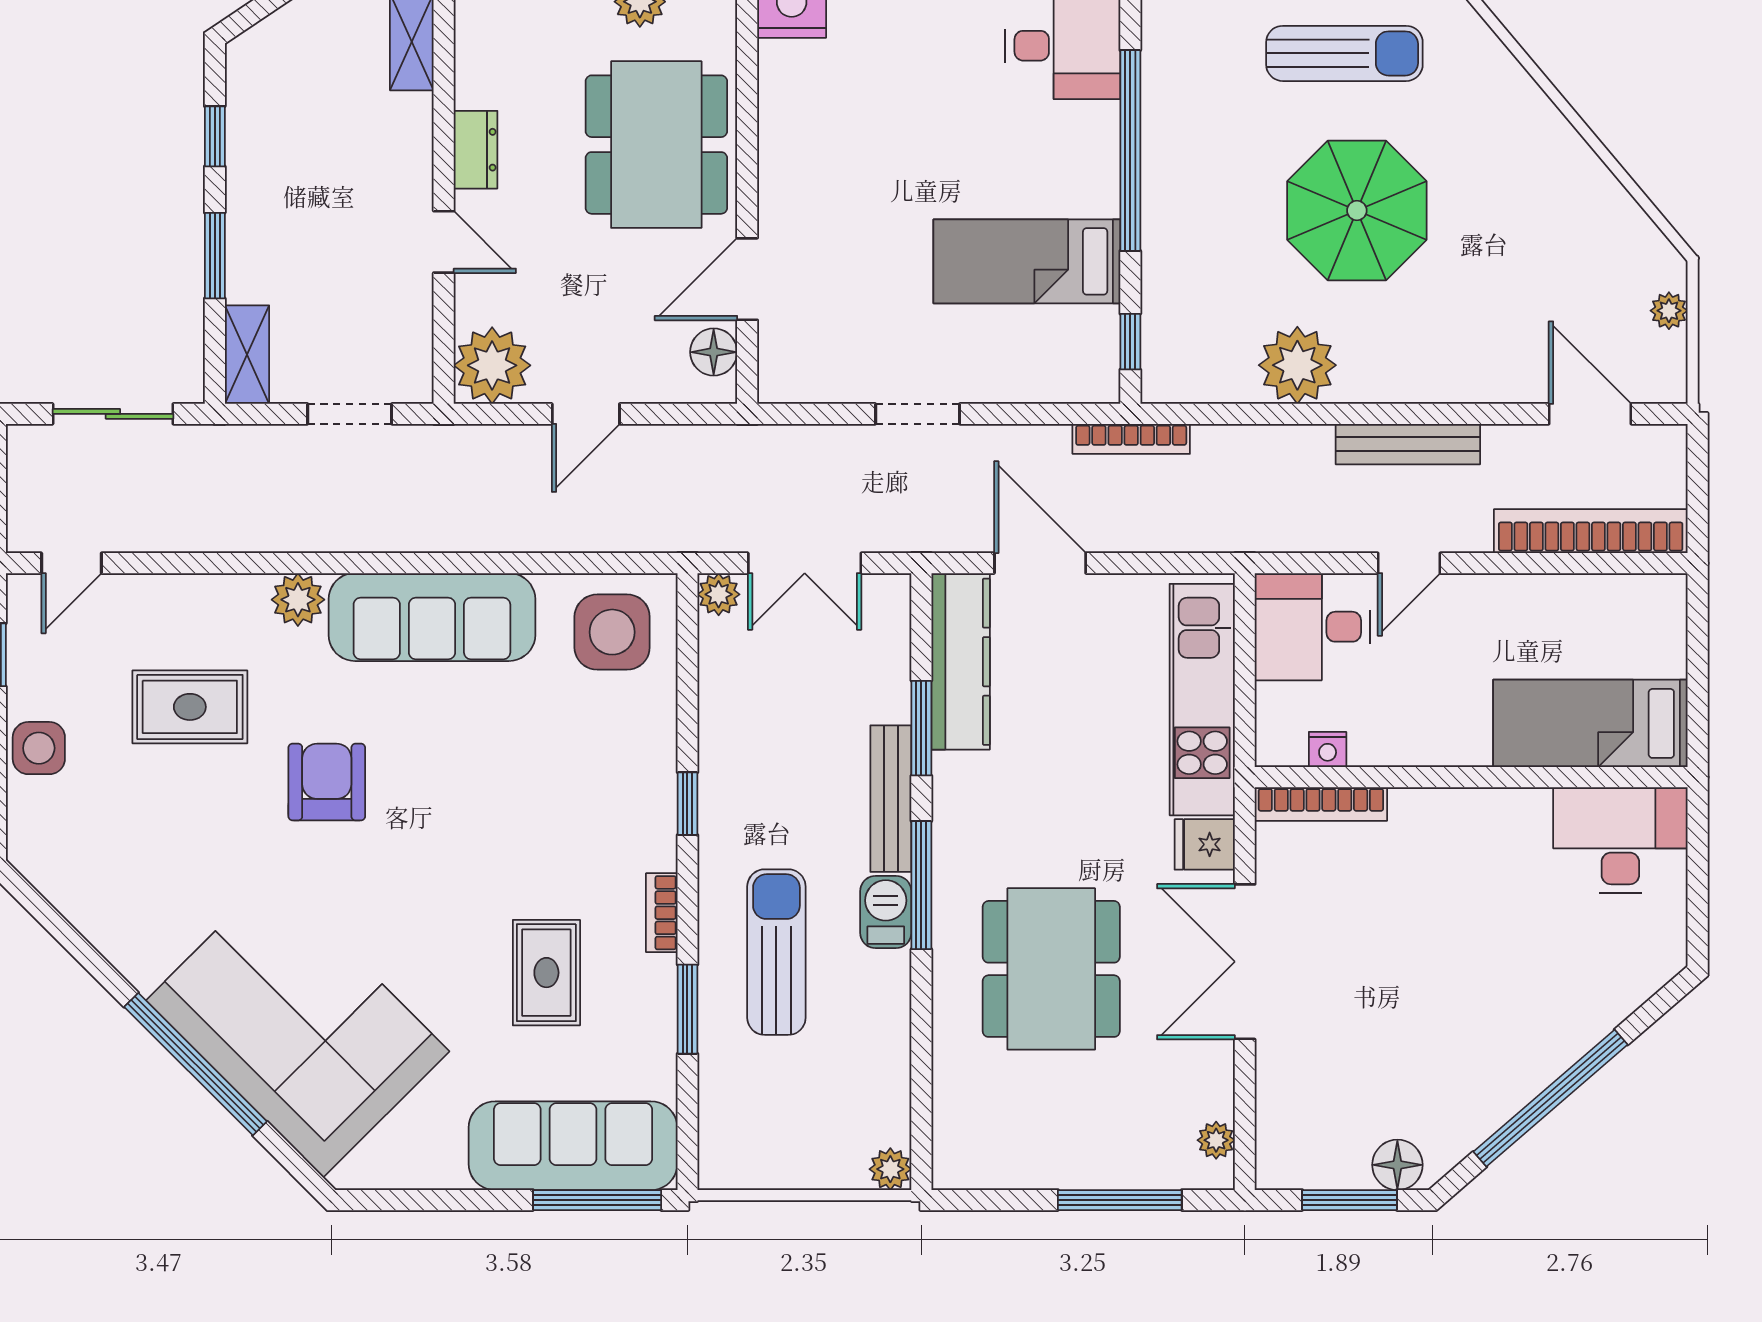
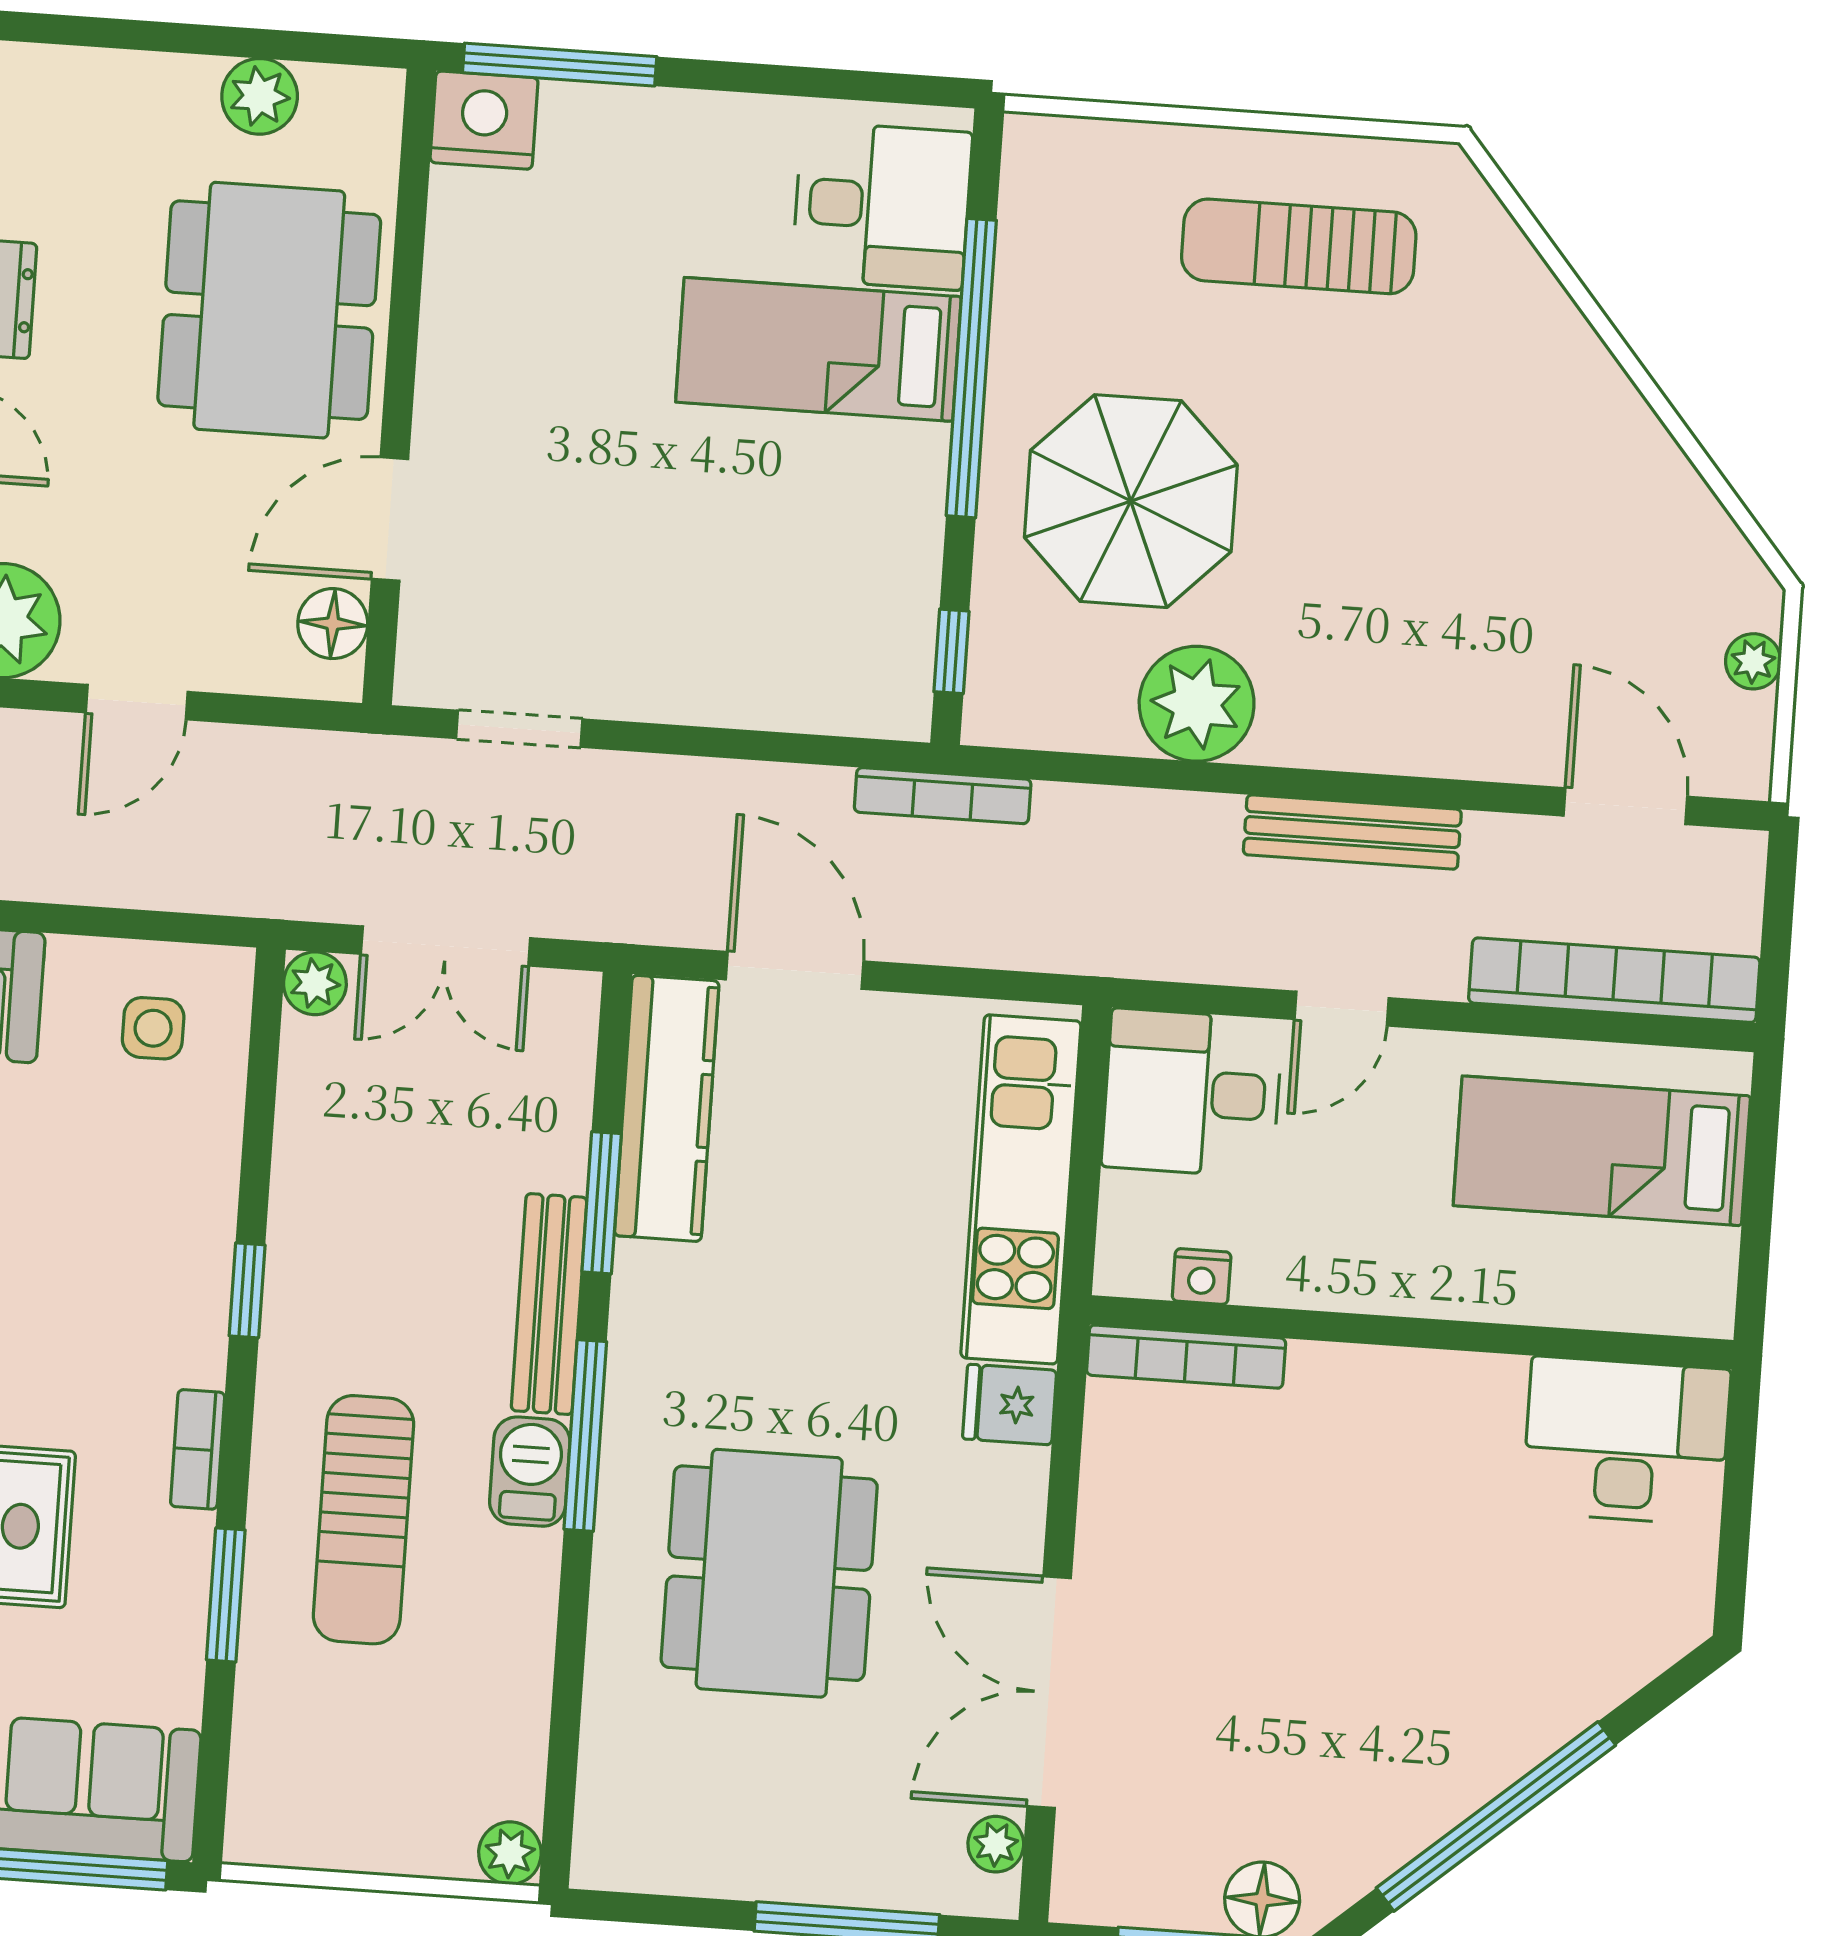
sun lounger: (1344, 53) -> (1299, 246), turned 180
parasol: (1357, 210) -> (1131, 501), moved
bed: (1027, 261) -> (818, 349), moved
doorway: (918, 414) -> (519, 729), moved
side table: (612, 632) -> (153, 1028), width x0.54, depth x0.54
bed: (1590, 723) -> (1602, 1151), moved
sun lounger: (776, 952) -> (364, 1520), turned 180
double door: (1245, 962) -> (1049, 1692), moved

